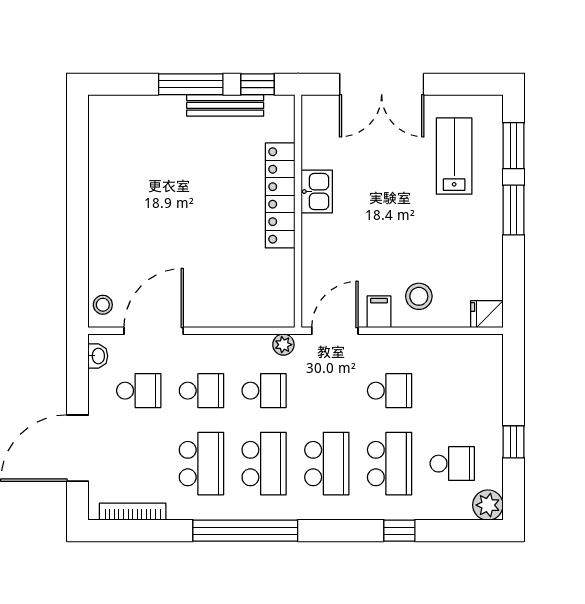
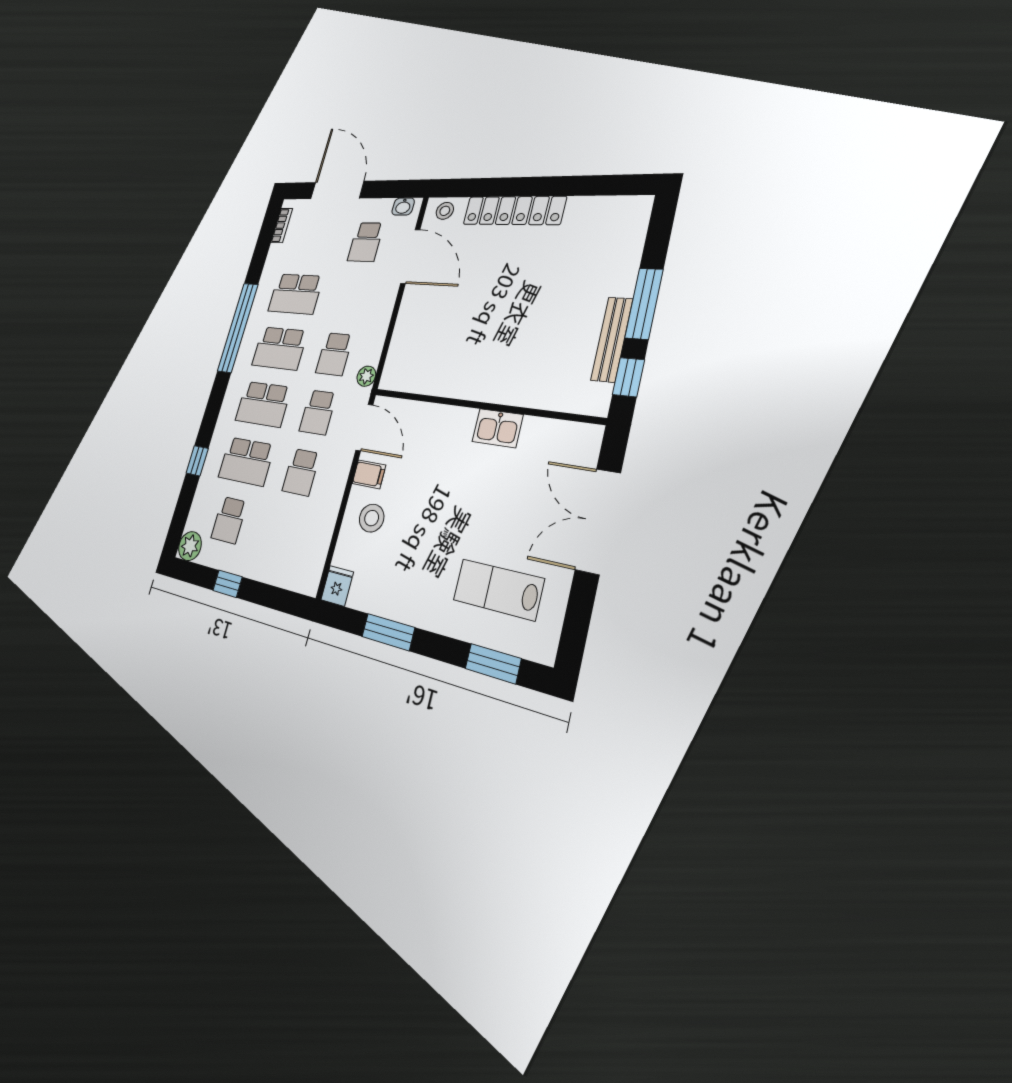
lab bench: (454, 156) -> (498, 589), turned 180
locker: (280, 195) -> (514, 211), moved, turned 180
window: (513, 210) -> (388, 632), moved
school desk: (201, 391) -> (318, 412), moved
bookcase: (133, 512) -> (282, 226), width x0.64

